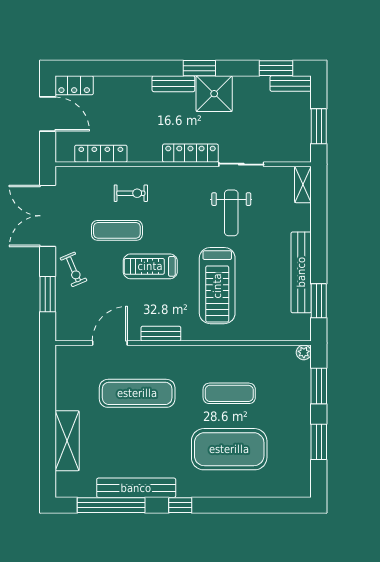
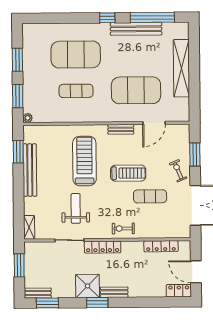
exercise bike: (131, 193) -> (123, 228), moved
exercise mat: (137, 393) -> (136, 90), width x1.47
shelving: (67, 441) -> (181, 68), width x1.47

